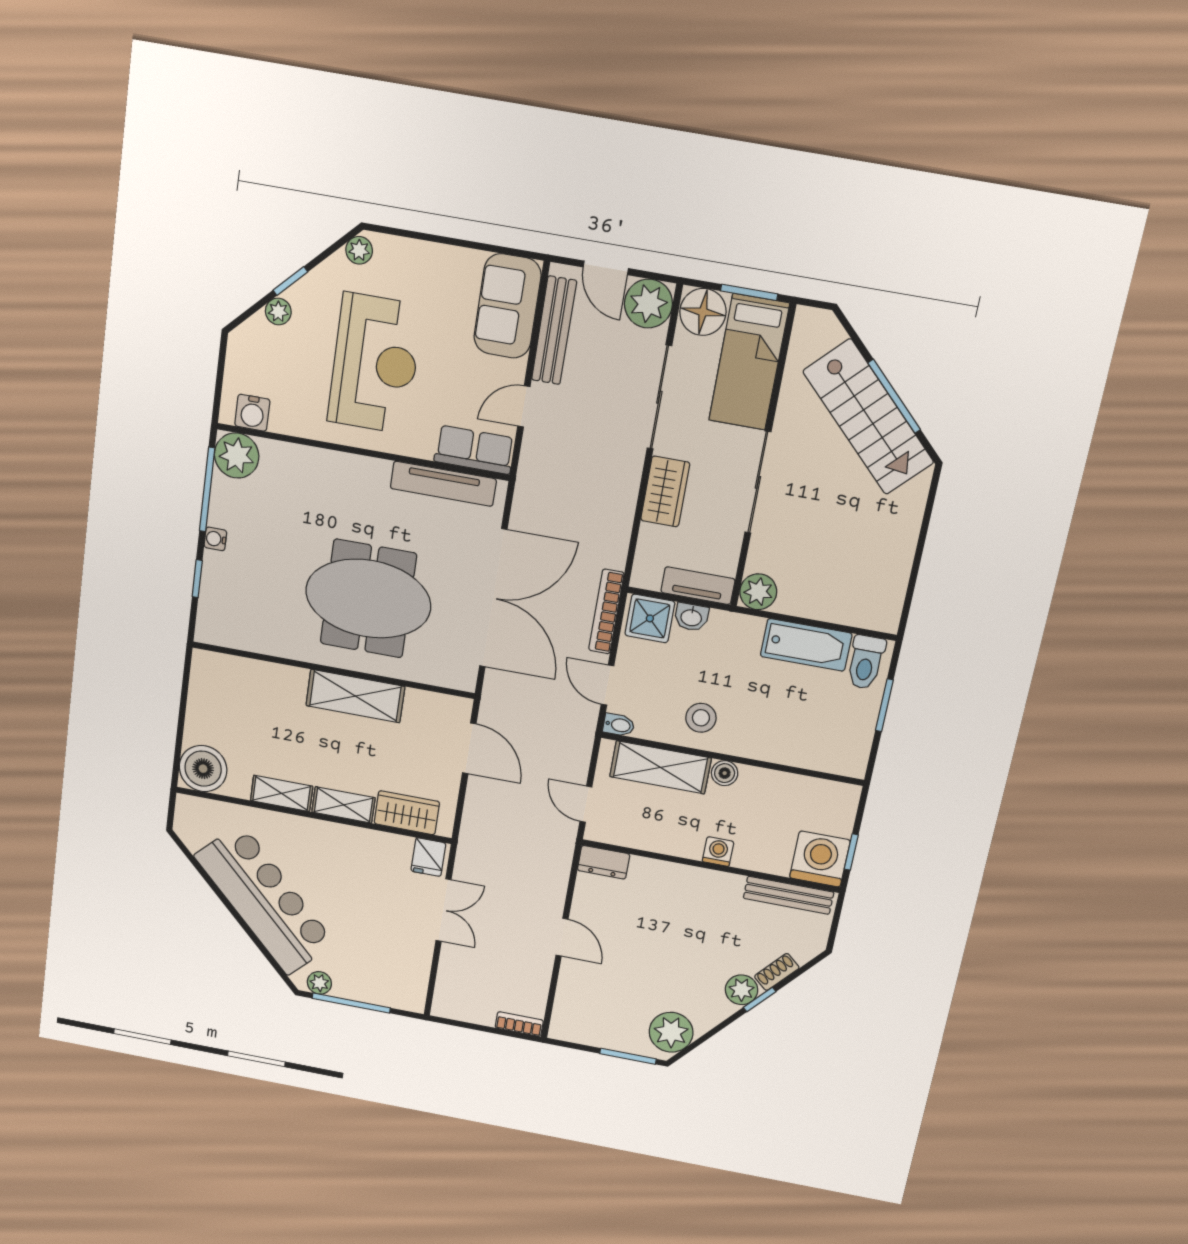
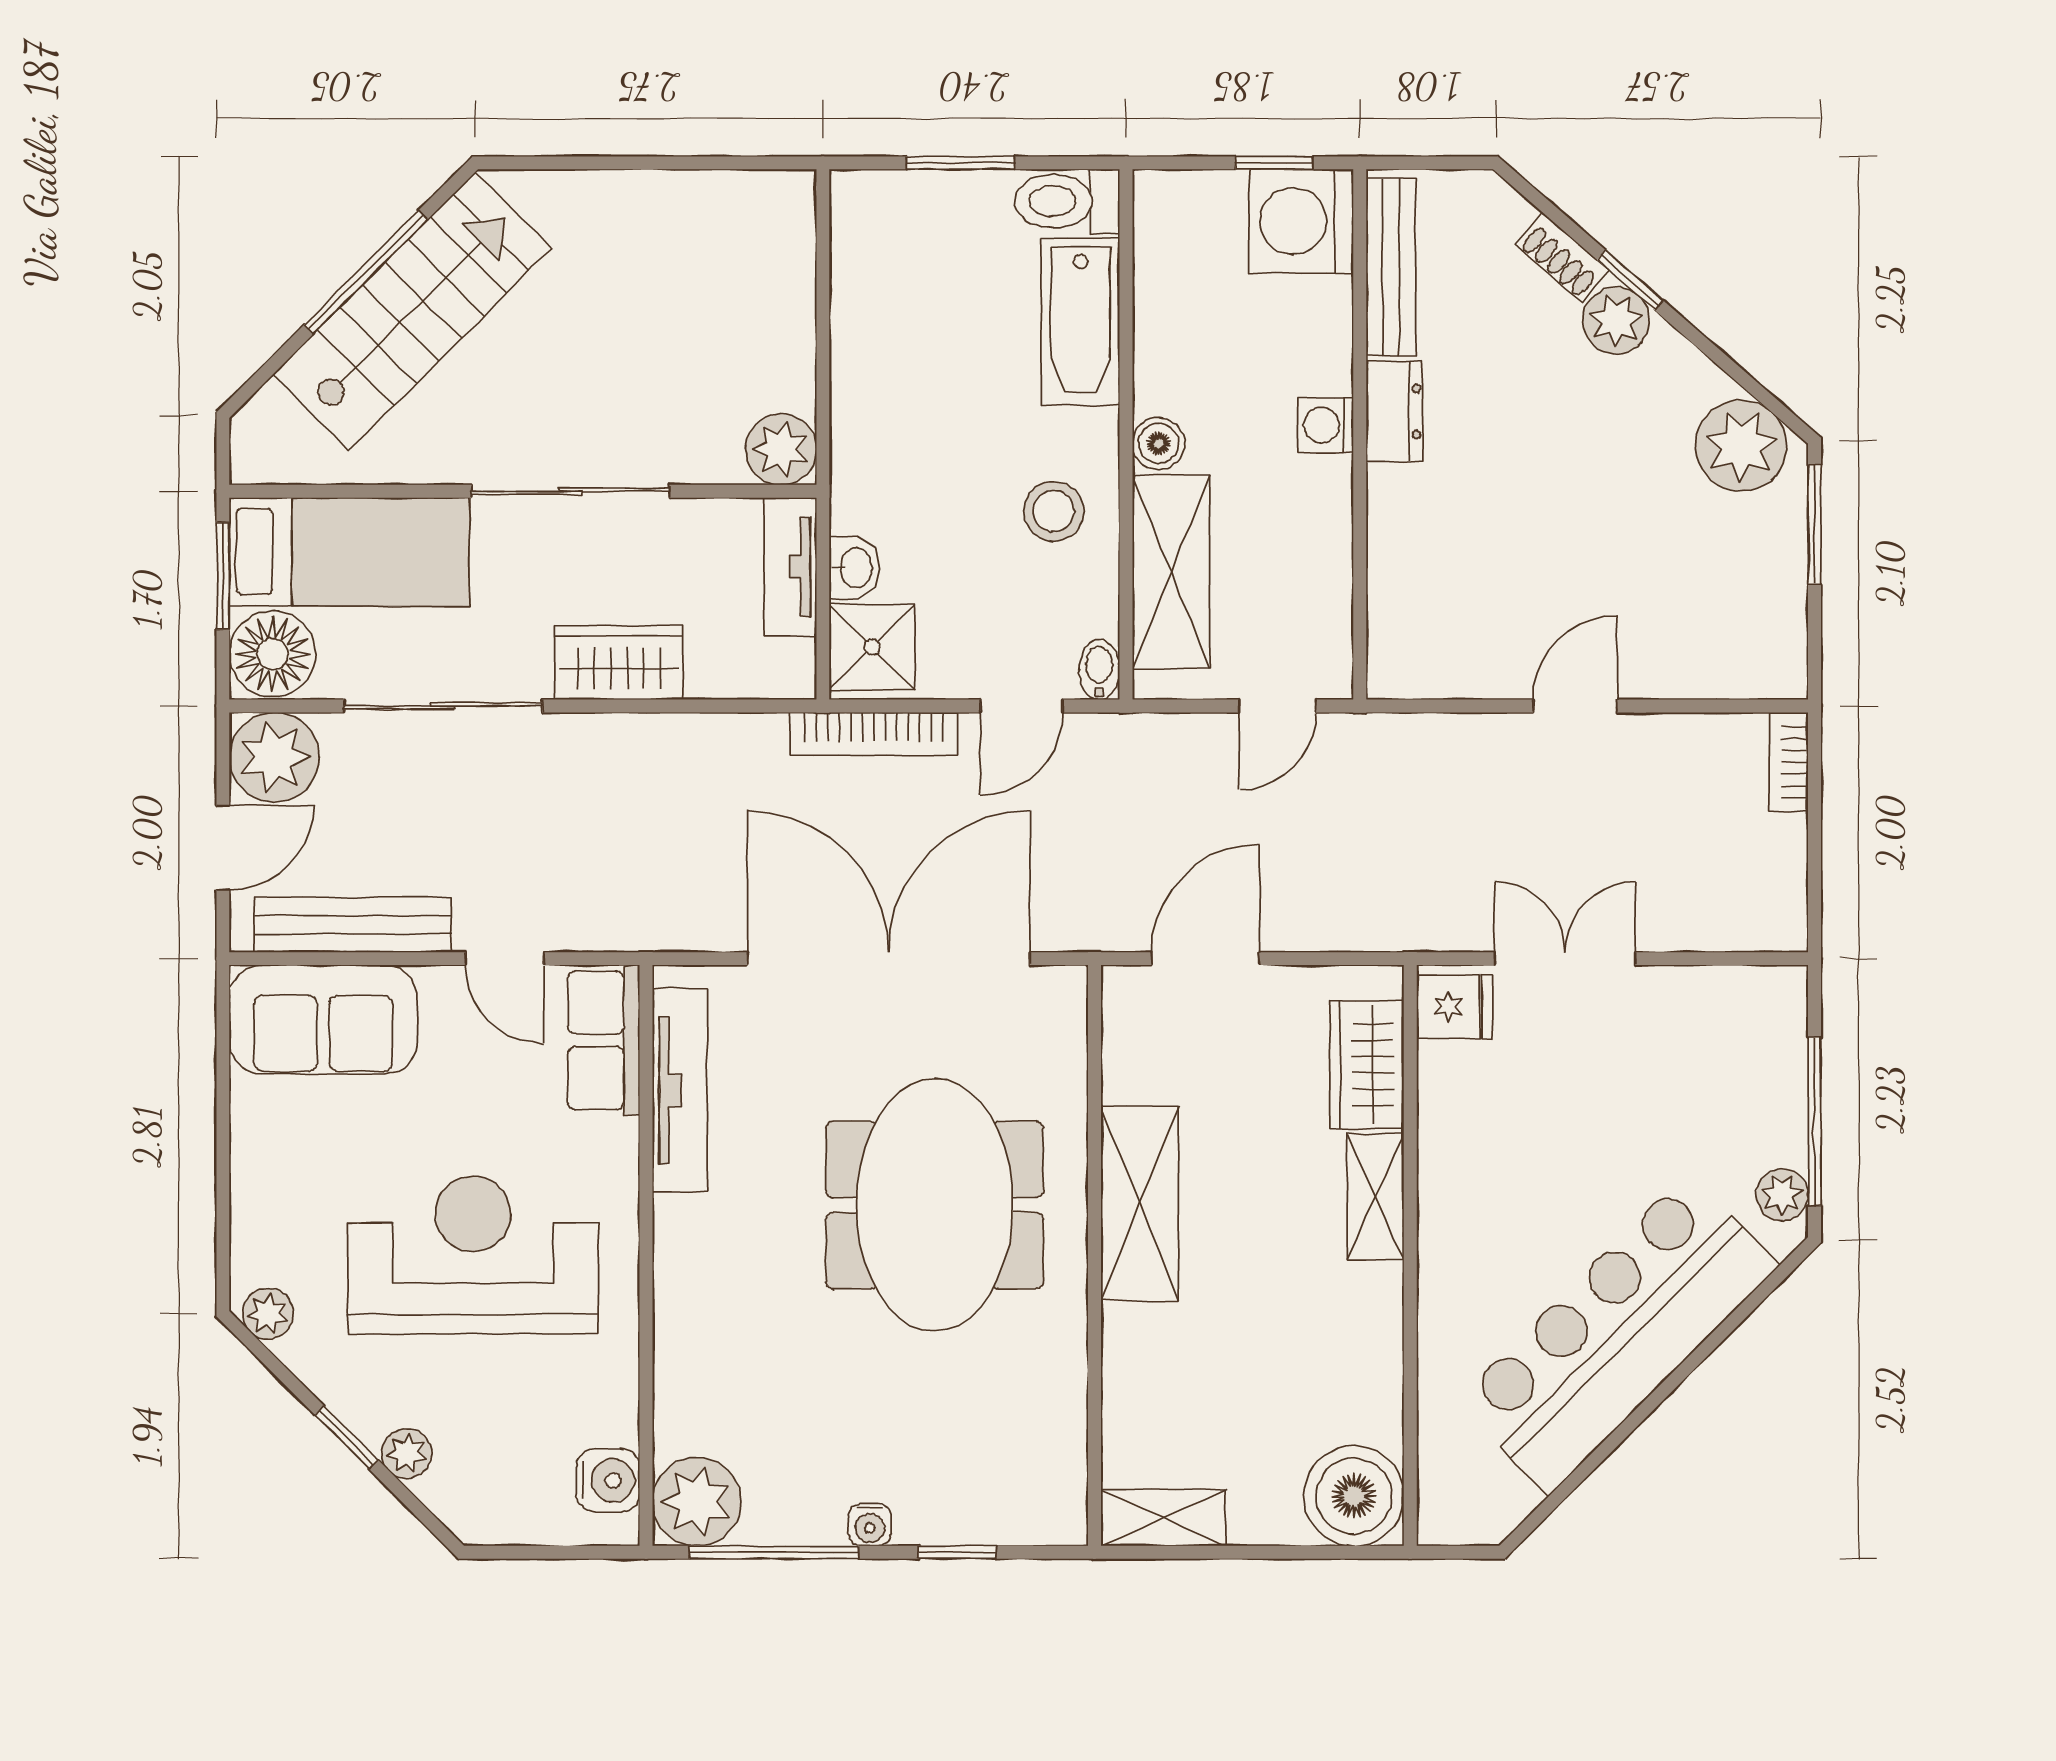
bathtub: (806, 645) -> (1080, 322), moved, turned 180
toilet: (866, 662) -> (1067, 201), moved, turned 180
shelving: (282, 793) -> (1163, 1518), moved, turned 90
dresser: (604, 862) -> (1394, 411), moved

